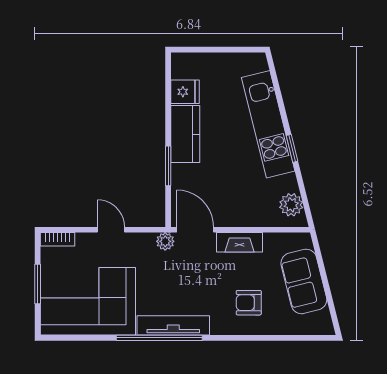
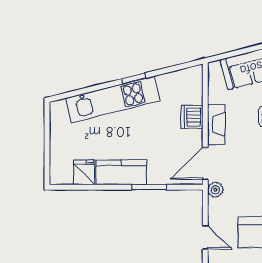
plant: (291, 205) -> (183, 79), removed
dishwasher: (248, 215) -> (192, 117), added
door: (111, 230) -> (205, 237), swing flipped

